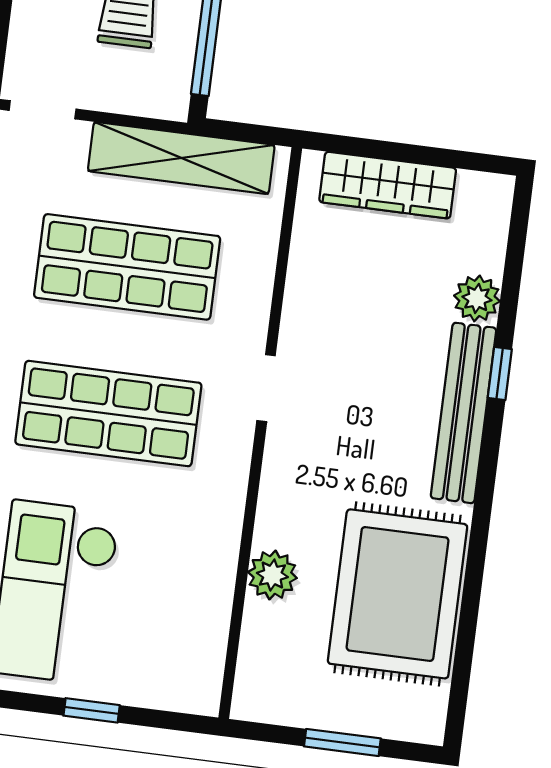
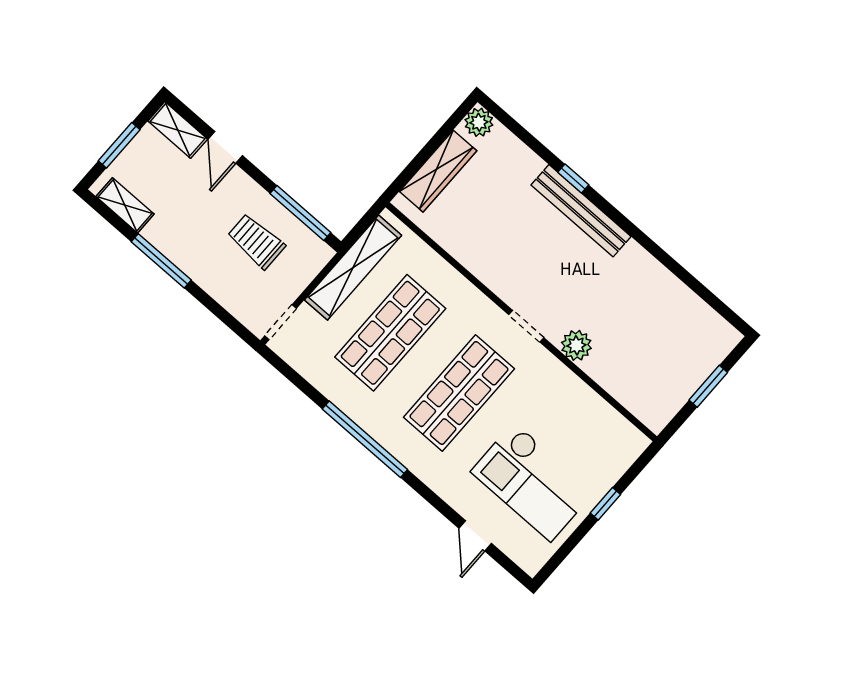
plant: (477, 298) -> (479, 122), moved
doorway: (266, 388) -> (526, 326), moved
plant: (272, 575) -> (576, 345), moved
rug: (398, 594) -> (651, 307), removed

